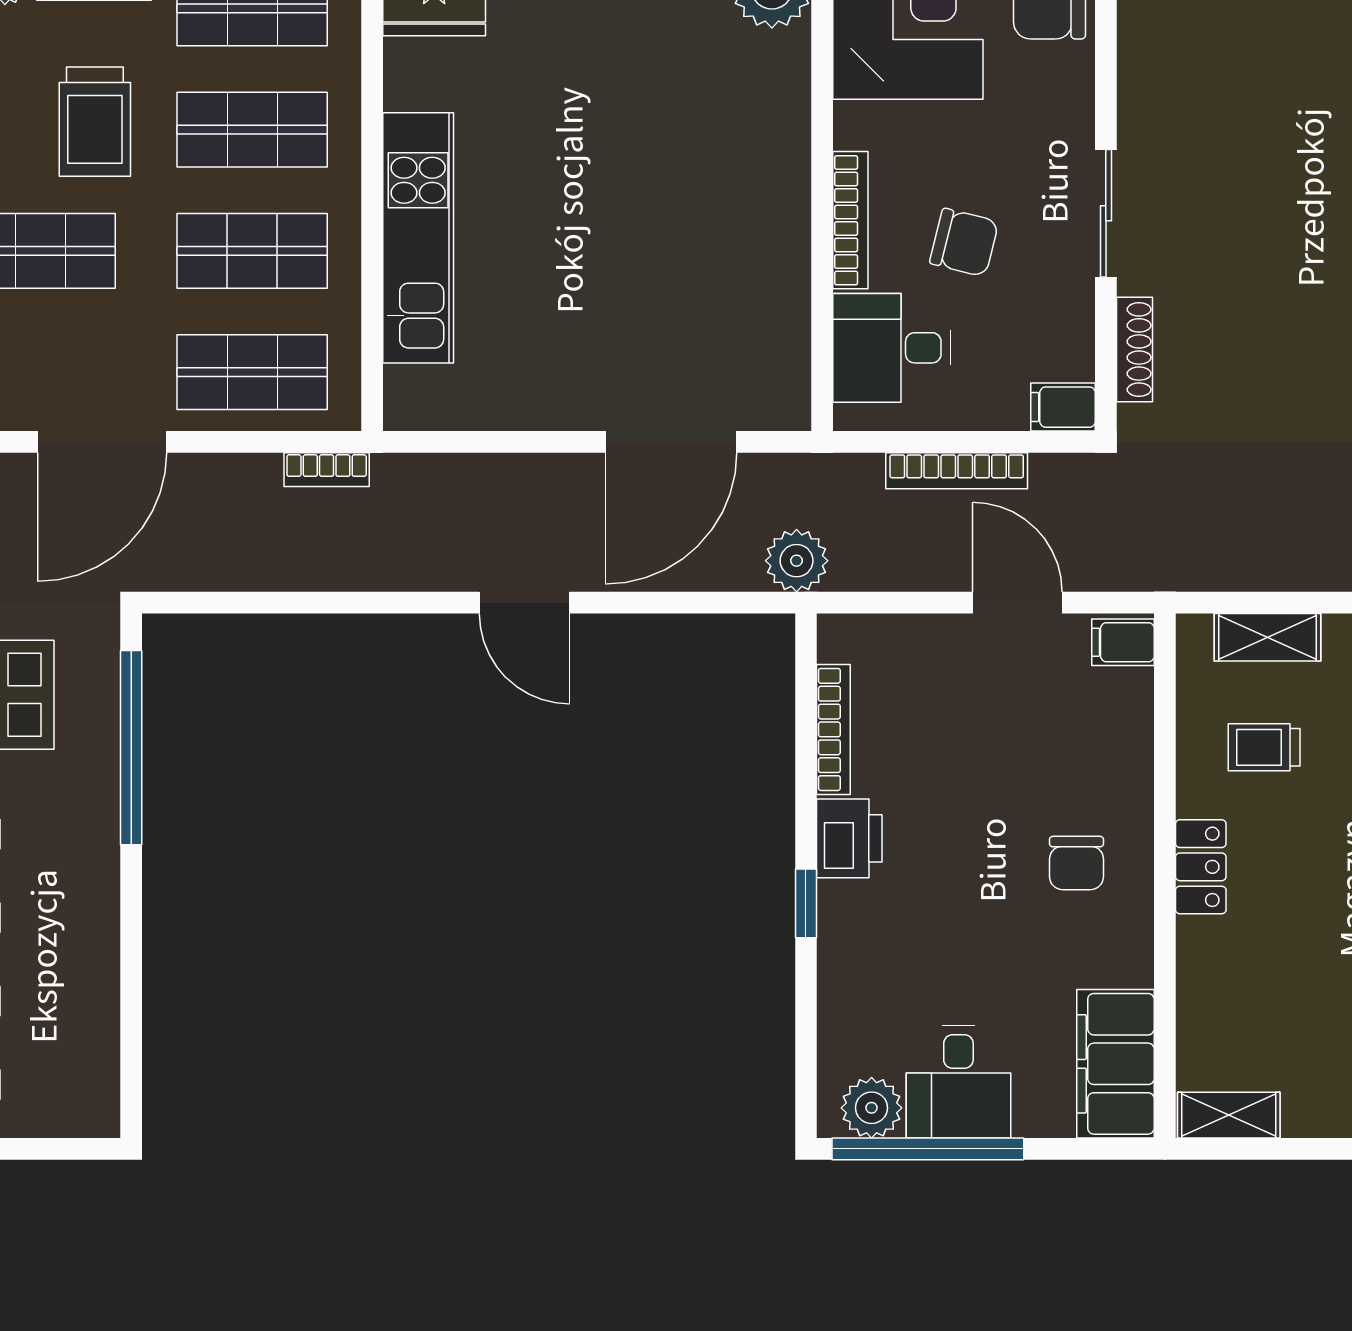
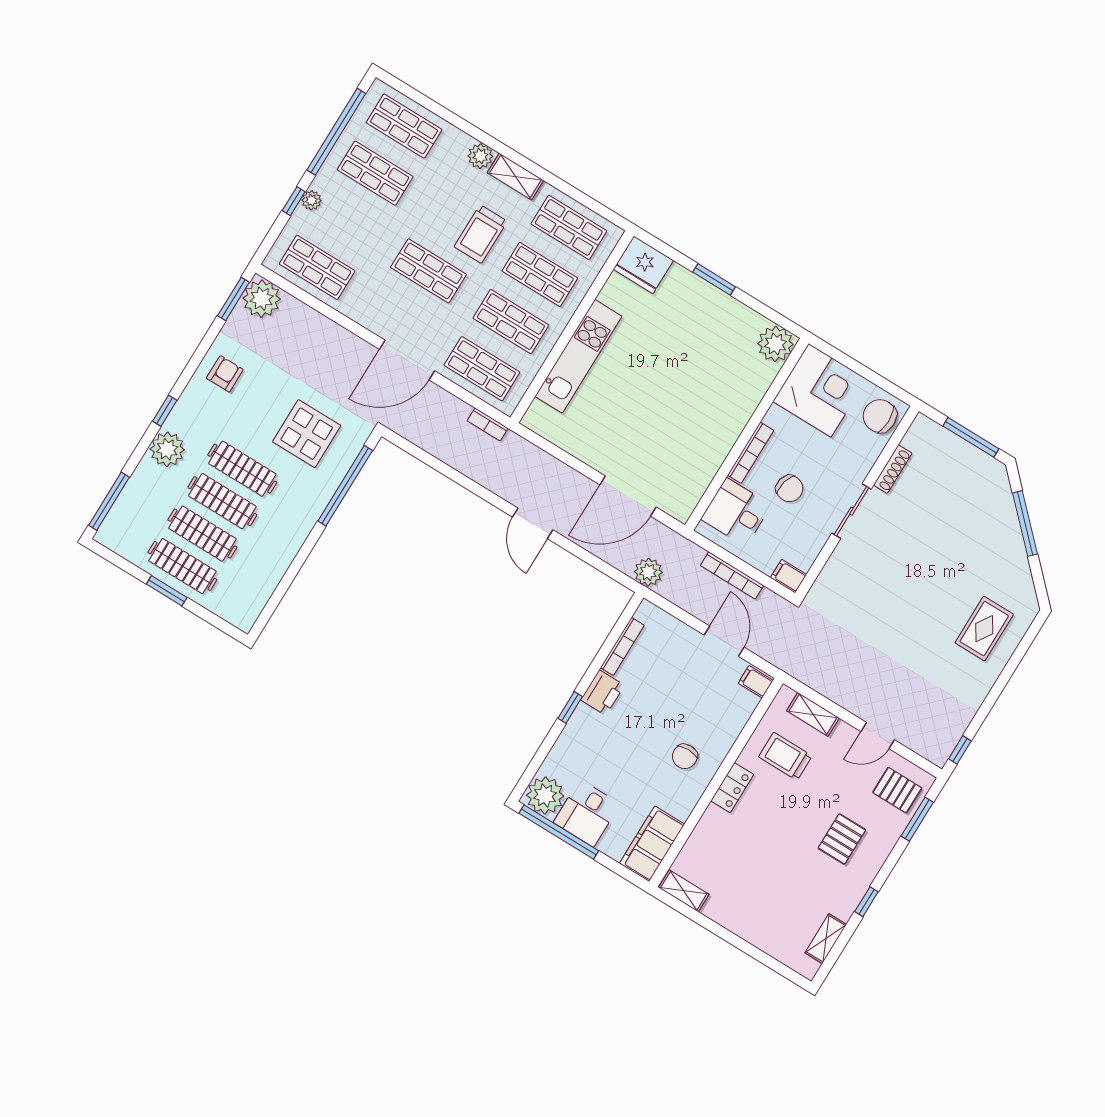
shoe rack: (1134, 349) -> (893, 469), moved
trolley: (1264, 747) -> (785, 756), width x1.36, depth x1.39
plant: (872, 1108) -> (545, 796), width x1.36, depth x1.36

